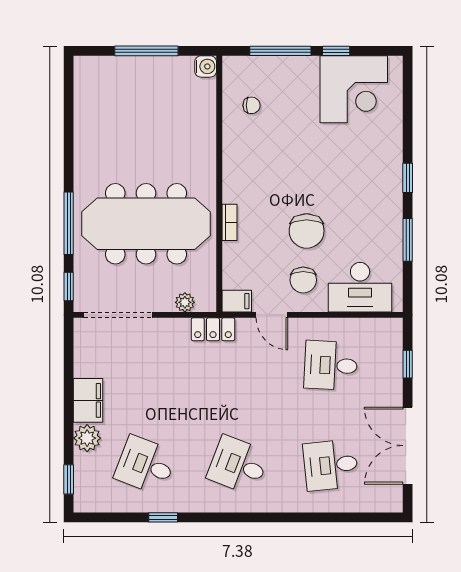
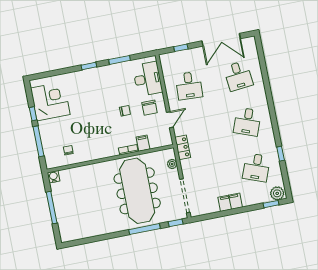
chair: (307, 231) -> (125, 111), width x0.54, depth x0.54
chair: (303, 280) -> (150, 108), turned 90
filing cabinet: (237, 301) -> (143, 143), moved
plant: (87, 438) -> (277, 193), moved

